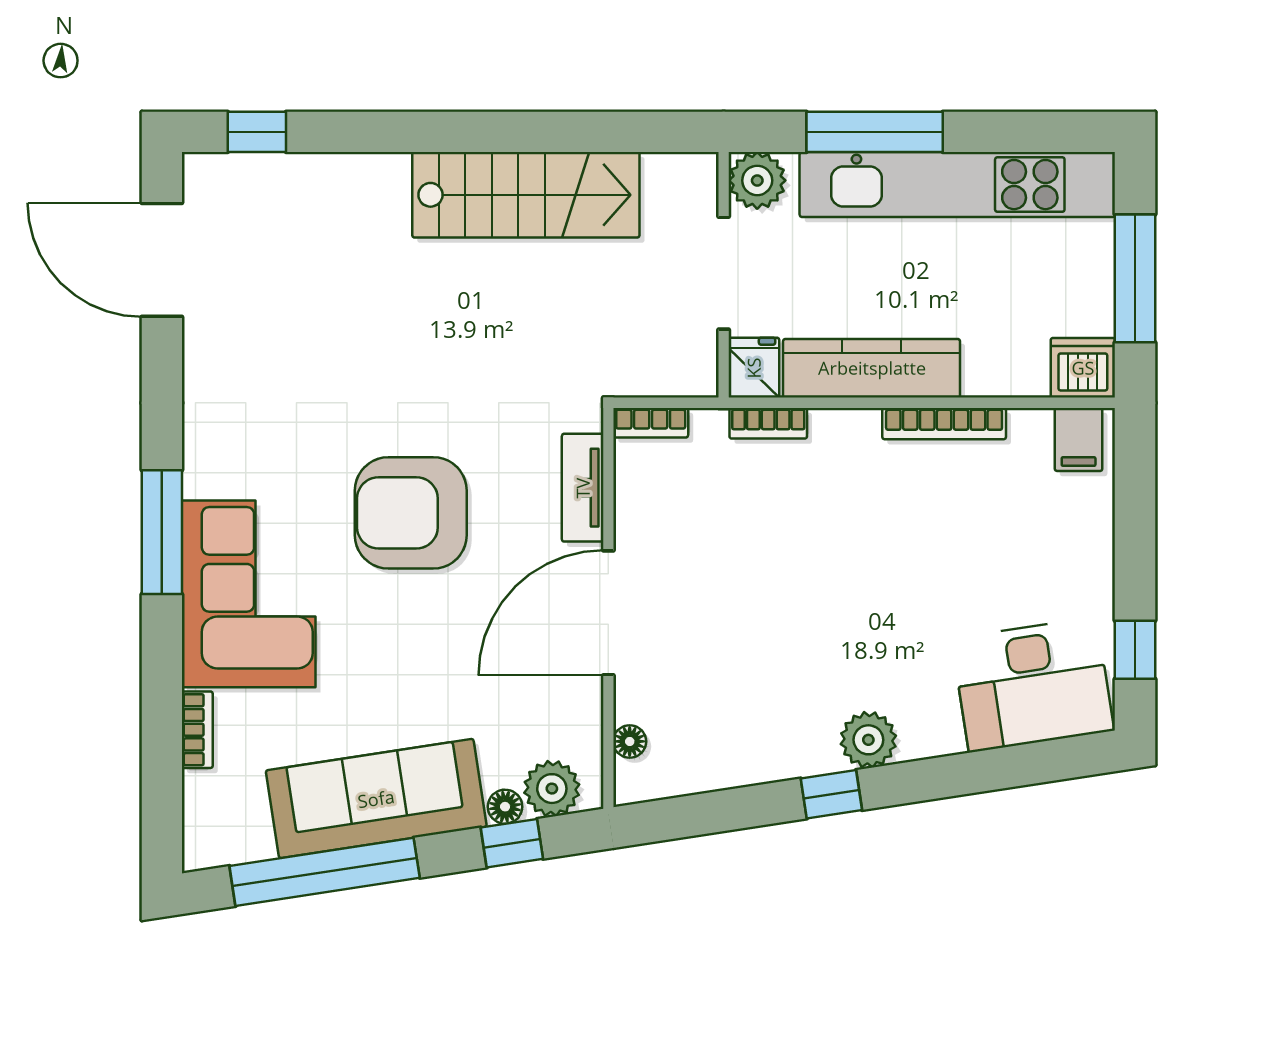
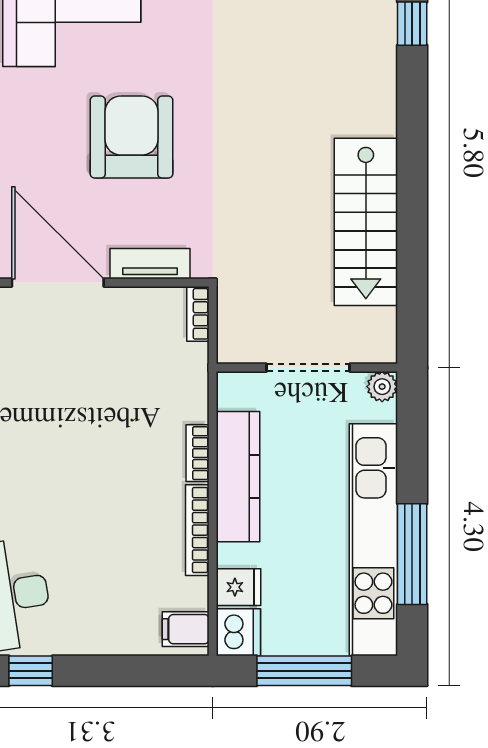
window: (875, 132) -> (412, 554), moved
plant: (757, 180) -> (382, 387), width x0.73, depth x0.73
fridge: (754, 368) -> (238, 587), moved
bookcase: (768, 423) -> (197, 453), moved

